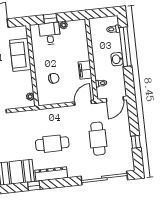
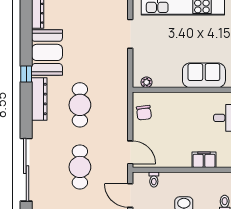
filing cabinet: (85, 70) -> (204, 160), moved
chair: (54, 78) -> (144, 113), moved
cafe table: (98, 139) -> (80, 167), turned 90

